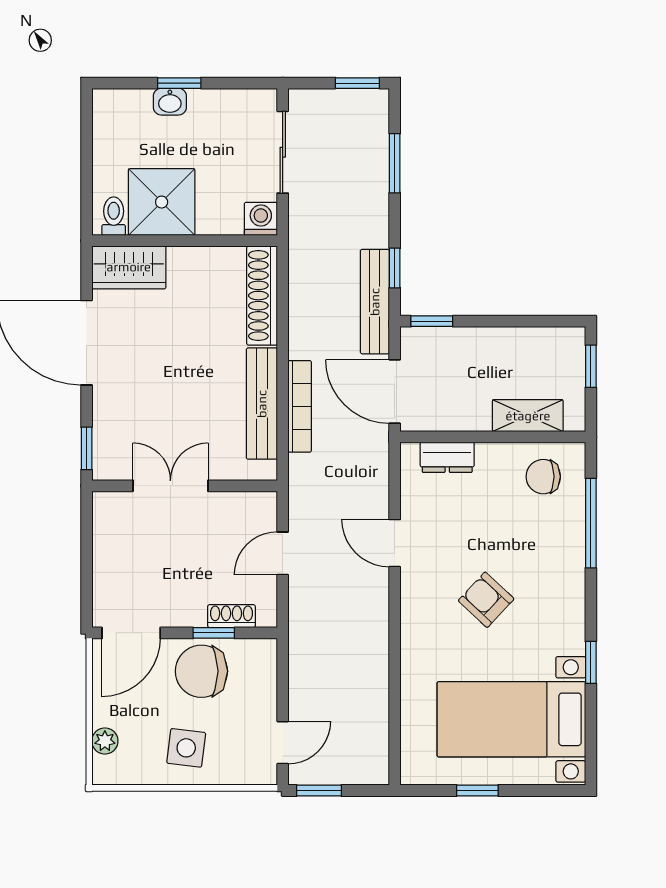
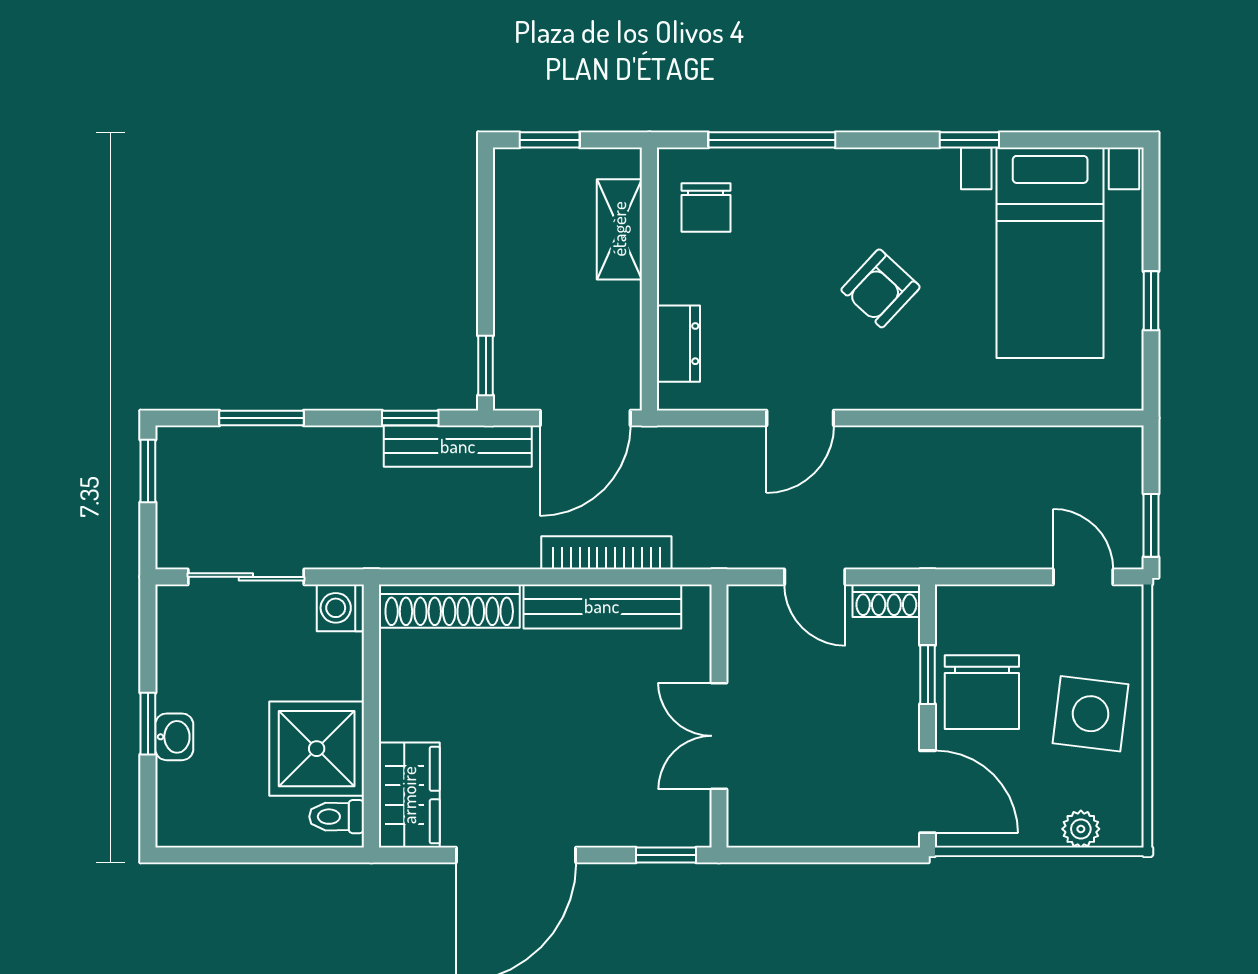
shoe rack: (231, 616) -> (886, 601), moved, turned -90
side table: (186, 748) -> (1091, 714), width x1.37, depth x1.37

